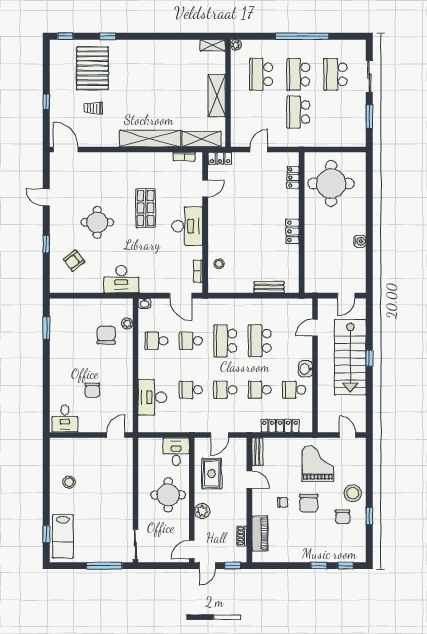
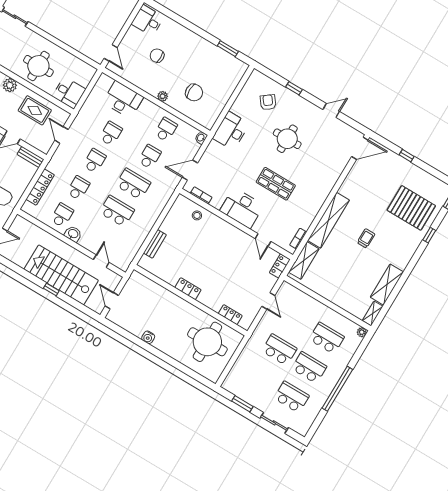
shelving: (217, 96) -> (387, 285), moved, turned 90
trolley: (93, 108) -> (366, 238), moved
plant: (127, 323) -> (163, 96), moved

